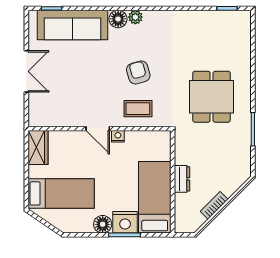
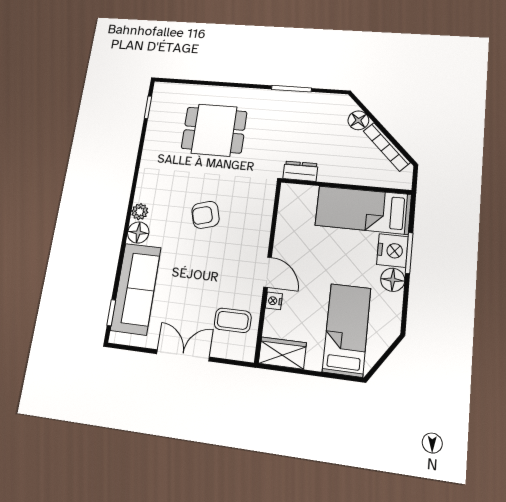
dining table: (212, 97) -> (214, 130), moved
coffee table: (138, 109) -> (233, 320), moved, turned 90
door: (98, 129) -> (268, 272), hinge flipped
nightstand: (118, 136) -> (274, 301), moved
dresser: (182, 179) -> (300, 171), moved
floor lamp: (229, 187) -> (358, 120), added
bookcase: (214, 205) -> (387, 147), width x1.56

